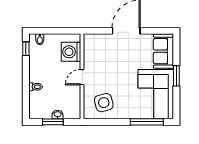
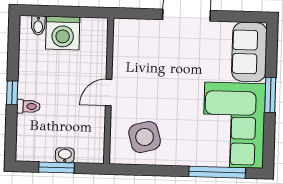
window: (26, 49) -> (12, 93), moved
washing machine: (71, 52) -> (63, 33), moved, turned -90

